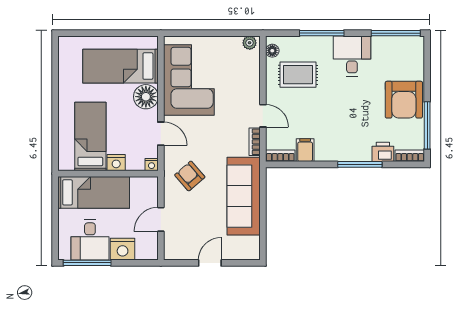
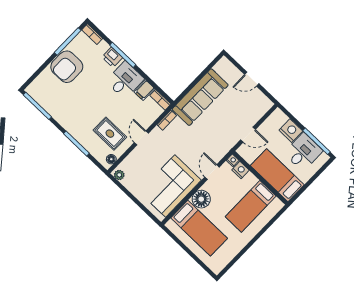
desk: (352, 56) -> (125, 80), moved, turned 180
armchair: (404, 100) -> (67, 67), turned 180
door: (263, 116) -> (141, 138), moved
printer: (383, 152) -> (112, 57), moved
nightstand: (116, 163) -> (241, 170), moved
armchair: (190, 176) -> (218, 135), removed
door: (161, 219) -> (248, 135), moved

